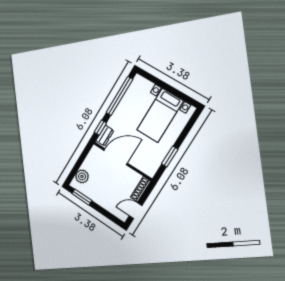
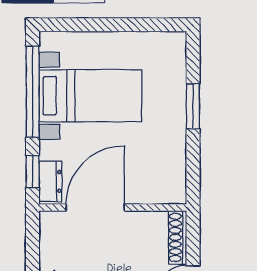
bed with nightstands: (160, 115) -> (90, 96), moved, turned -90
window: (170, 157) -> (193, 106), moved

